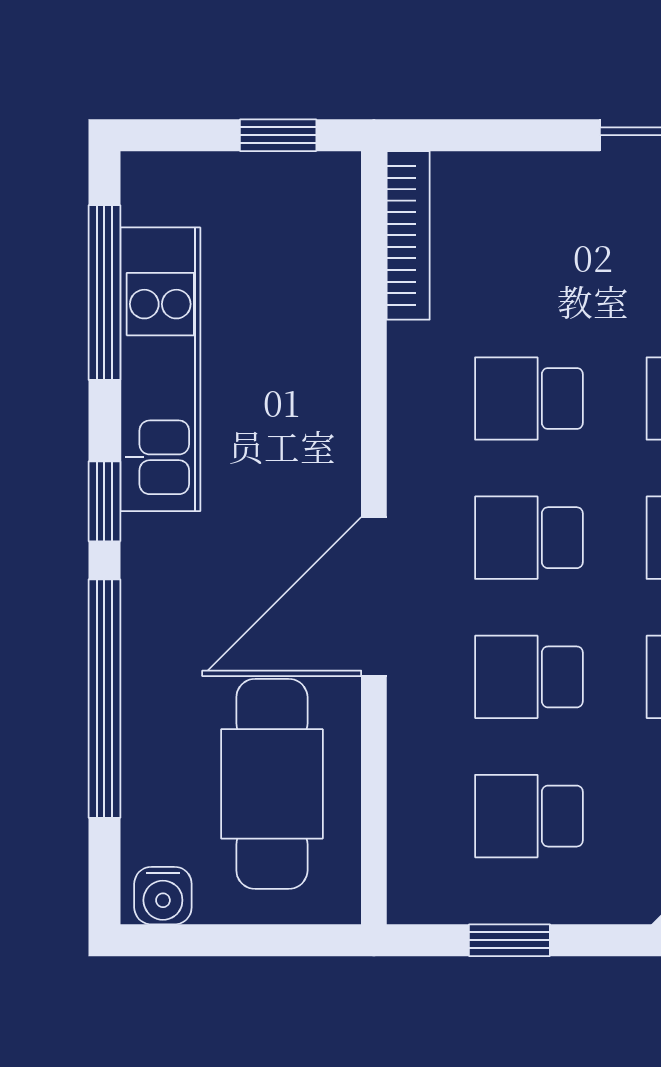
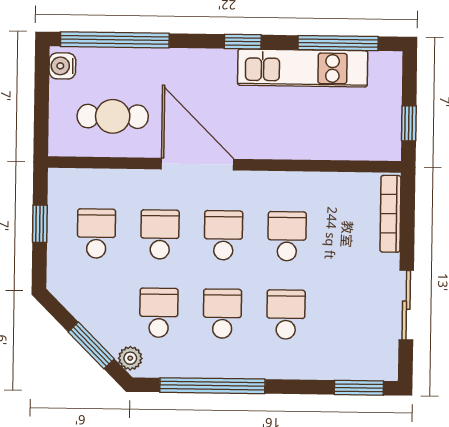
bookcase: (408, 235) -> (390, 214), moved, turned 90
window: (104, 699) -> (115, 40), moved
cafe table: (272, 784) -> (113, 116), width x0.73, depth x0.74

